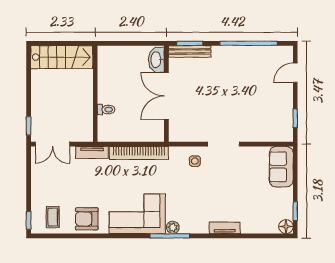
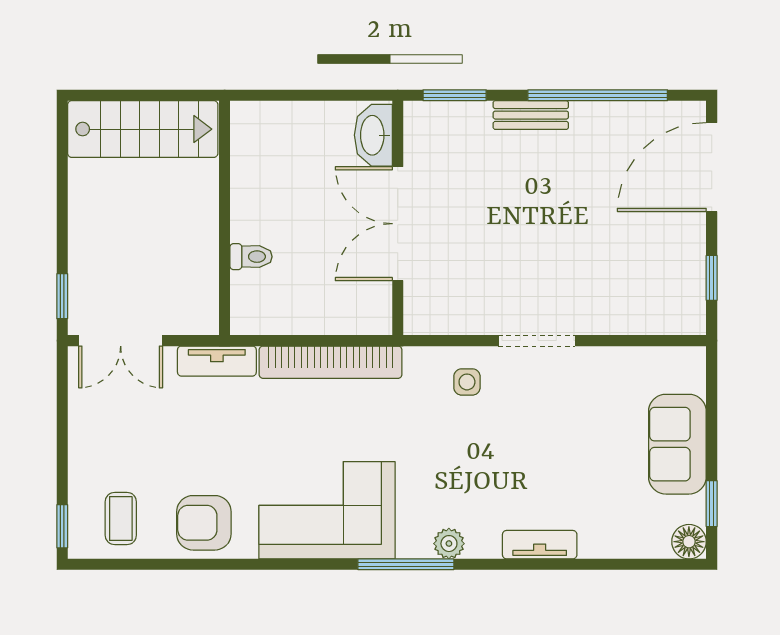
bench: (190, 51) -> (531, 115), moved, width x0.73
door: (295, 73) -> (712, 167), width x1.87
sofa: (281, 167) -> (677, 444), moved
plant: (173, 227) -> (449, 544), moved

